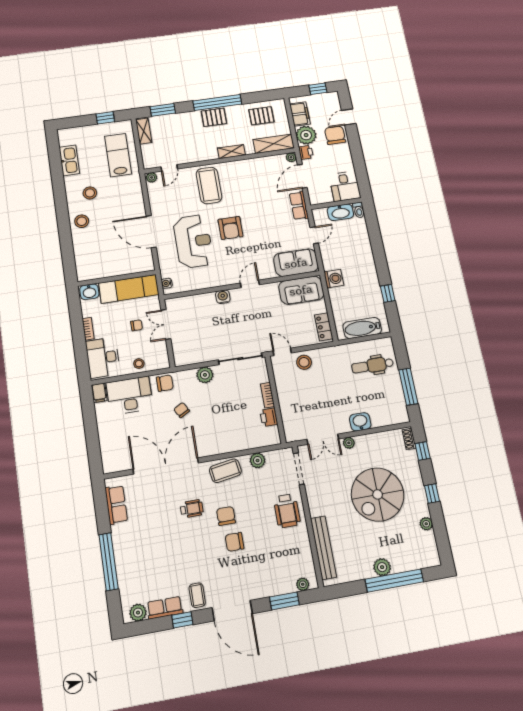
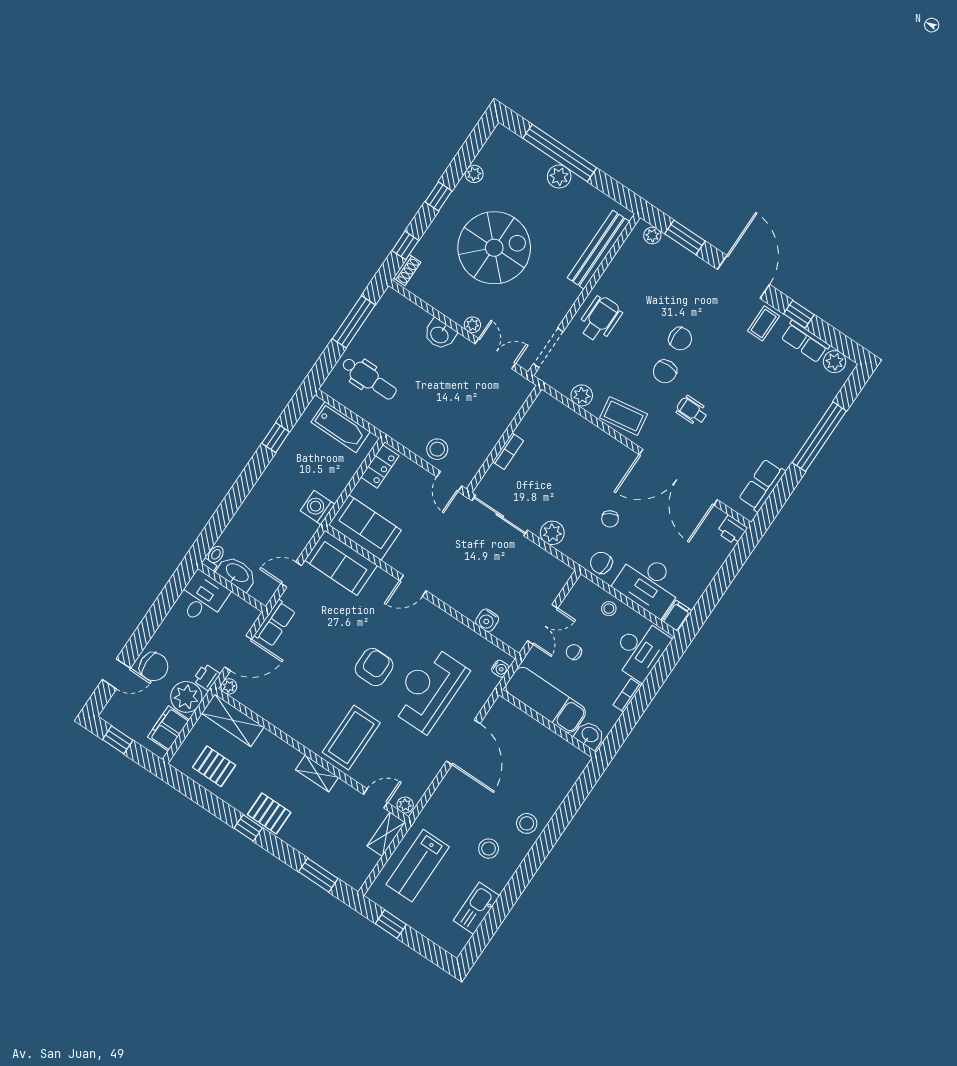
window: (217, 102) -> (248, 828), width x0.32
shelving: (144, 131) -> (386, 834), moved
chair: (335, 135) -> (154, 667), turned -90
shelving: (231, 152) -> (317, 774), moved
water cooler: (223, 297) -> (487, 620), moved
printer: (269, 417) -> (732, 530), moved, turned 90

